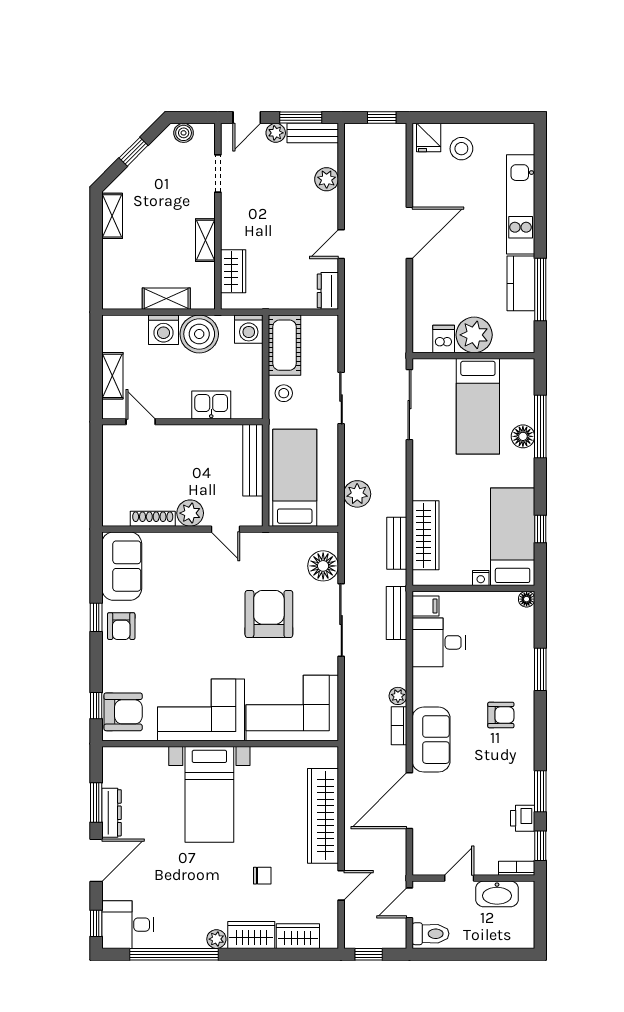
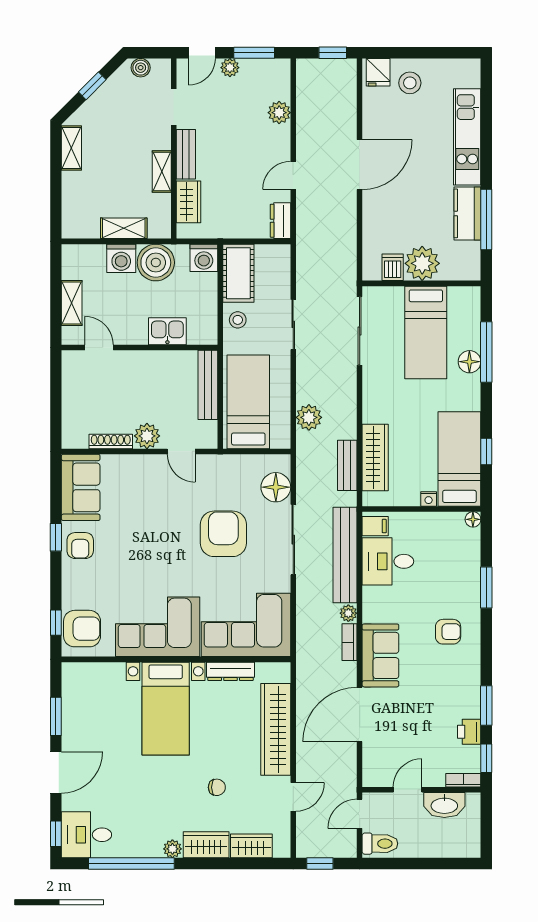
bench: (313, 133) -> (186, 154), moved, turned 90
bench: (397, 613) -> (345, 555), width x1.86, depth x1.21
dresser: (111, 813) -> (231, 671), moved, turned 90

